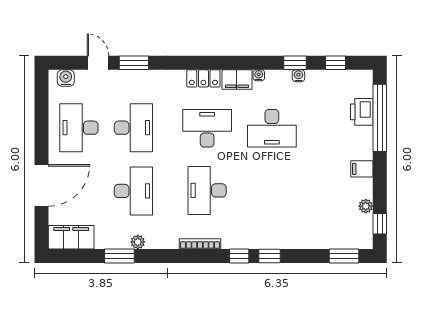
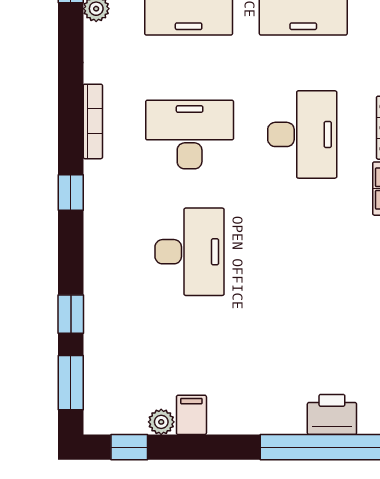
desk: (272, 128) -> (190, 252), moved, turned 180
filing cabinet: (362, 169) -> (191, 415), moved
window: (270, 256) -> (71, 314), moved

